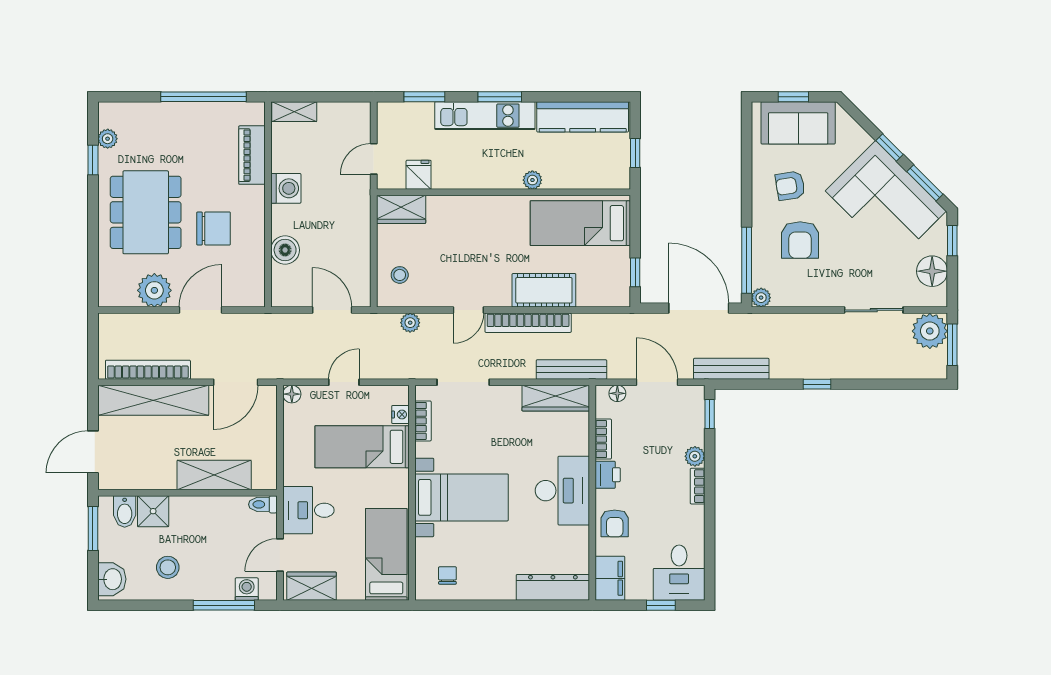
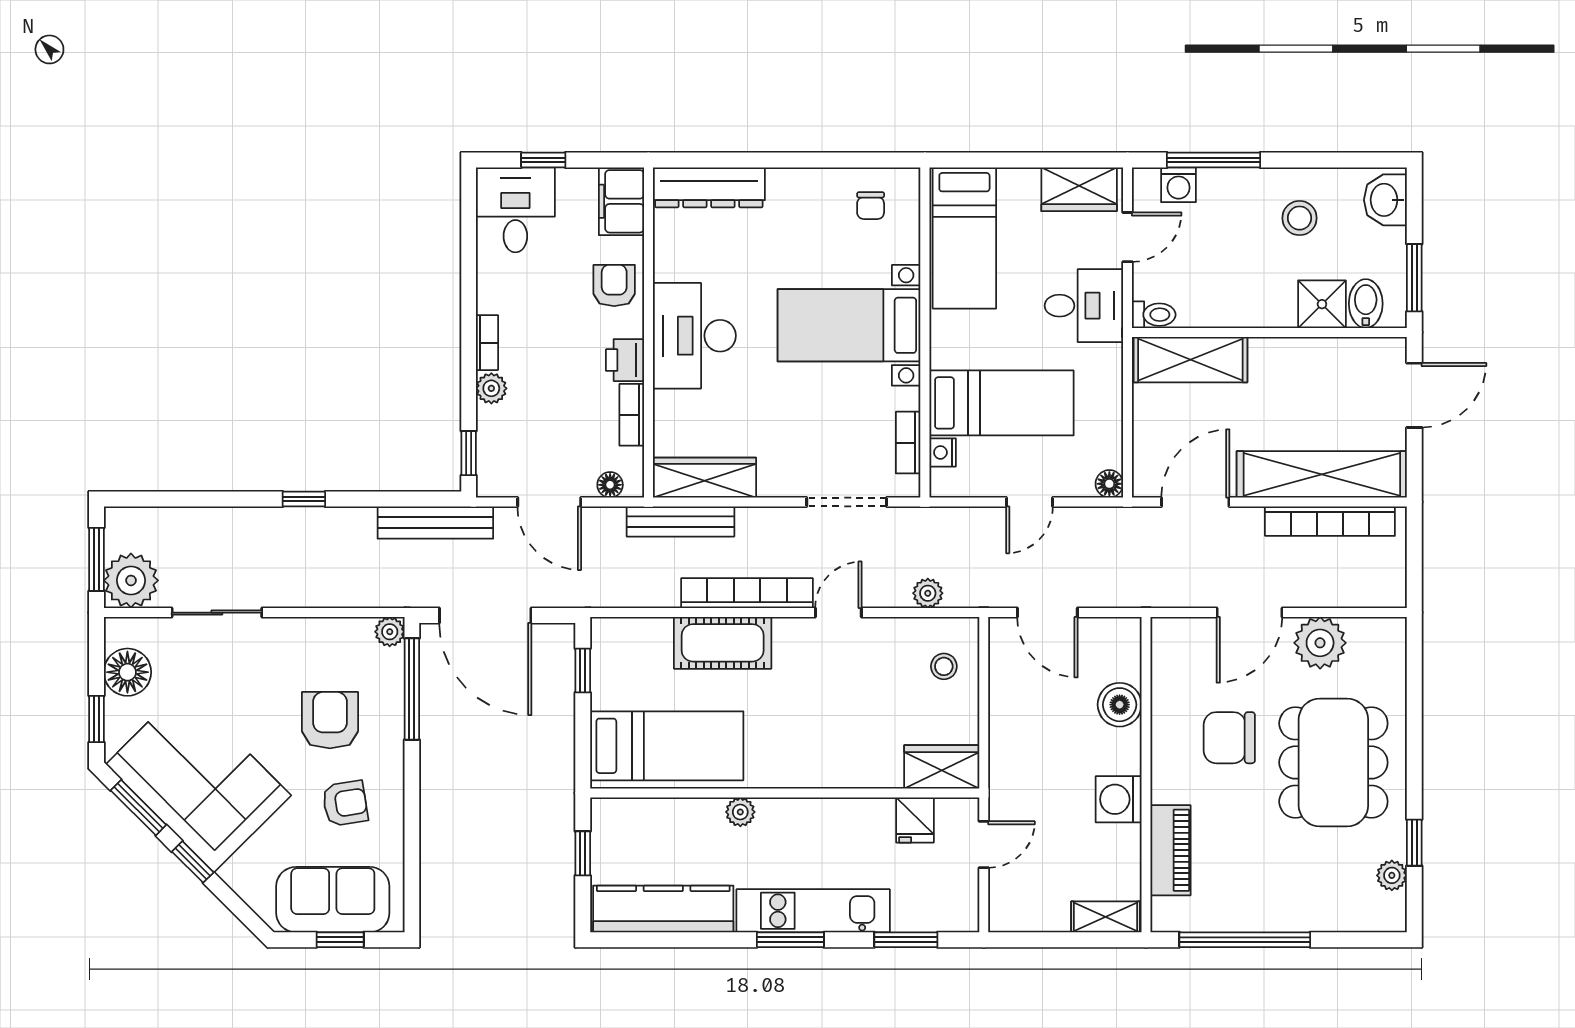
shelving: (214, 475) -> (1190, 360), moved

